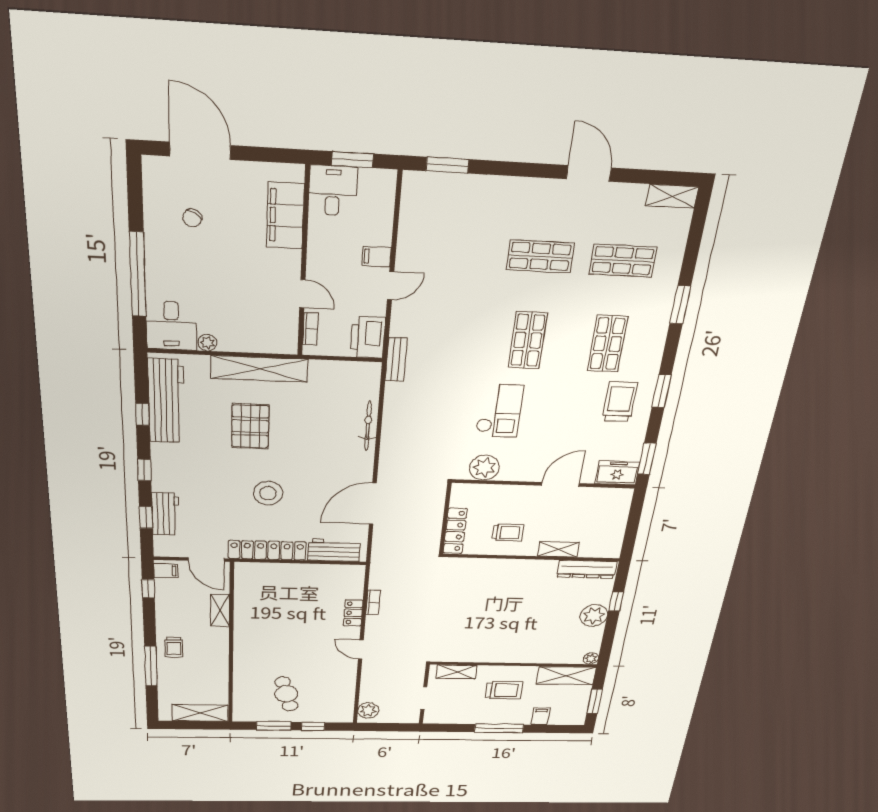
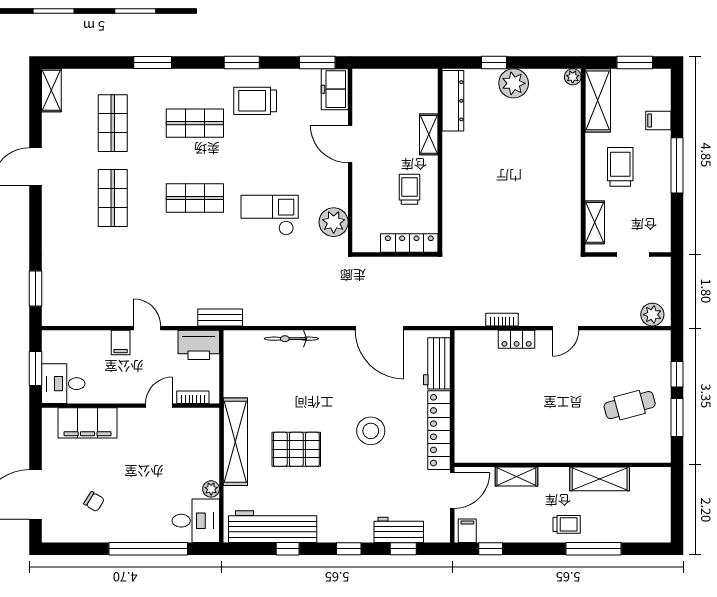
shelving: (200, 713) -> (600, 479), moved, turned 90

